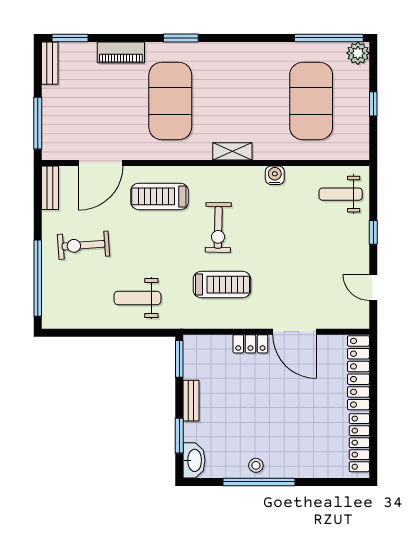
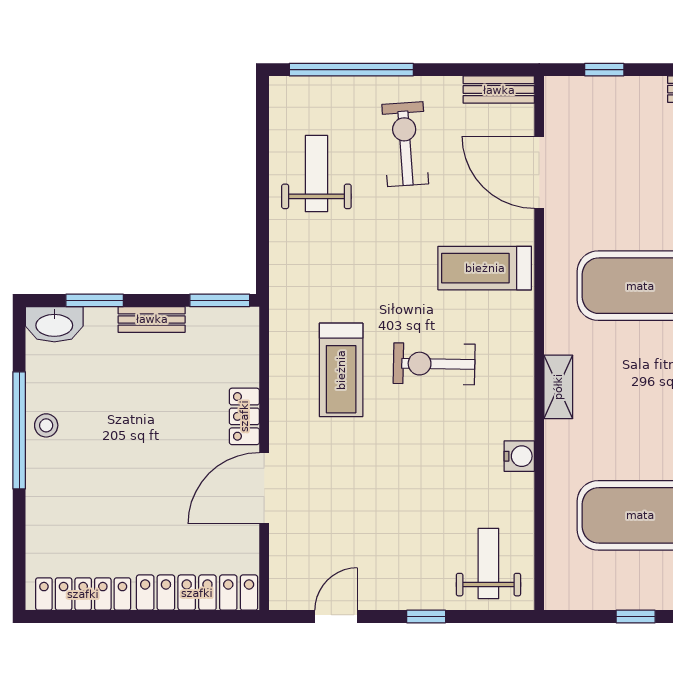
window: (38, 123) -> (604, 70), width x0.46
treadmill: (159, 196) -> (485, 268), turned -90
weight bench: (137, 298) -> (316, 174), moved

